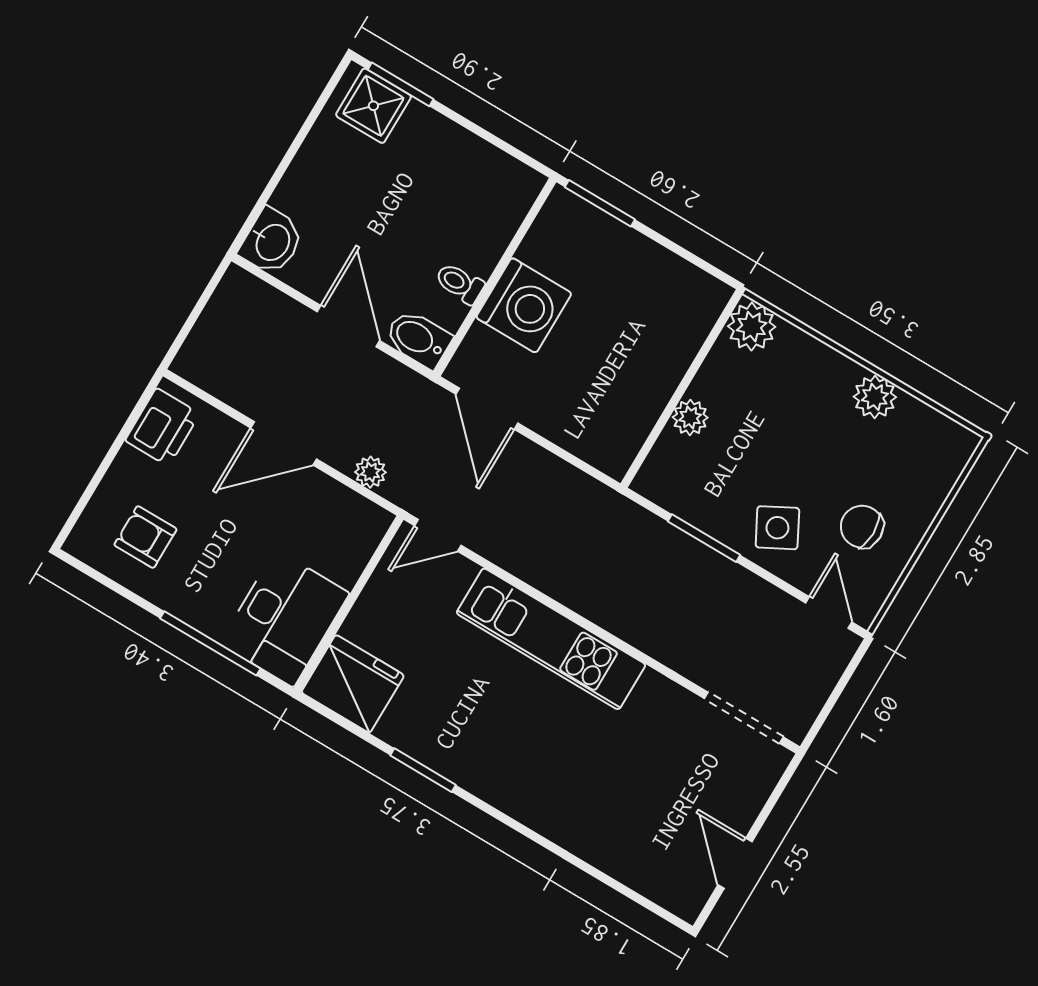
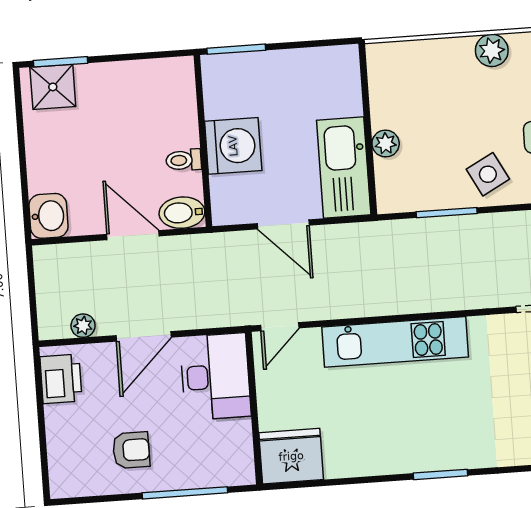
plant: (752, 327) -> (384, 60), removed
door: (487, 409) -> (283, 224), moved
kitchen sink: (627, 412) -> (344, 167), added
plant: (370, 472) -> (83, 326), moved
armchair: (145, 537) -> (131, 450), moved, turned 180
desk: (285, 618) -> (215, 377), moved
window: (423, 770) -> (440, 474), moved

